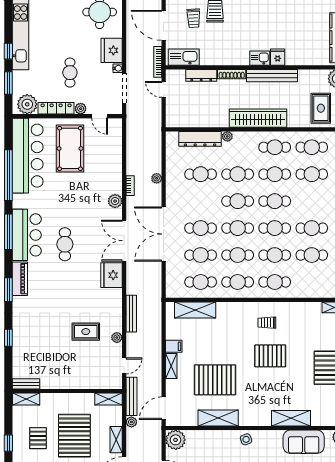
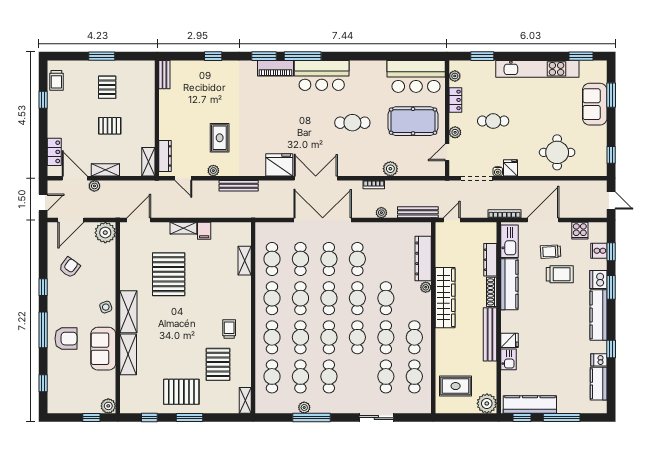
fridge: (112, 50) -> (510, 168), width x0.53, depth x0.75
window: (8, 51) -> (516, 56), removed
kitchen counter: (224, 57) -> (509, 284), added
kitchen sink: (260, 58) -> (508, 359), moved
door: (164, 89) -> (452, 220), moved
plant: (27, 104) -> (455, 76), width x0.53, depth x0.53
locker: (56, 108) -> (455, 100), width x0.66
wardrobe: (258, 118) -> (445, 298), moved
bar counter: (28, 156) -> (416, 76), width x0.73
cafe table: (201, 174) -> (357, 259), moved
window: (8, 175) -> (385, 56), removed
plant: (115, 201) -> (390, 169), moved
window: (8, 232) -> (303, 56), moved
cafe table: (65, 244) -> (352, 123), moved
cafe table: (312, 282) -> (272, 376), added
shelving: (195, 310) -> (245, 261), width x0.67, depth x0.75
pallet: (270, 356) -> (218, 364), moved
dresser: (103, 383) -> (165, 156), added
bench: (131, 396) -> (418, 212), moved
shelving: (26, 399) -> (148, 75), removed
door: (164, 408) -> (139, 220), hinge flipped
shelving: (218, 418) -> (128, 312), moved
plant: (131, 422) -> (94, 186), moved
pallet: (74, 436) -> (110, 126), width x0.49, depth x0.50
pallet: (38, 438) -> (107, 87), turned 90
sofa: (304, 442) -> (103, 349), moved
window: (8, 443) -> (102, 56), width x1.50

